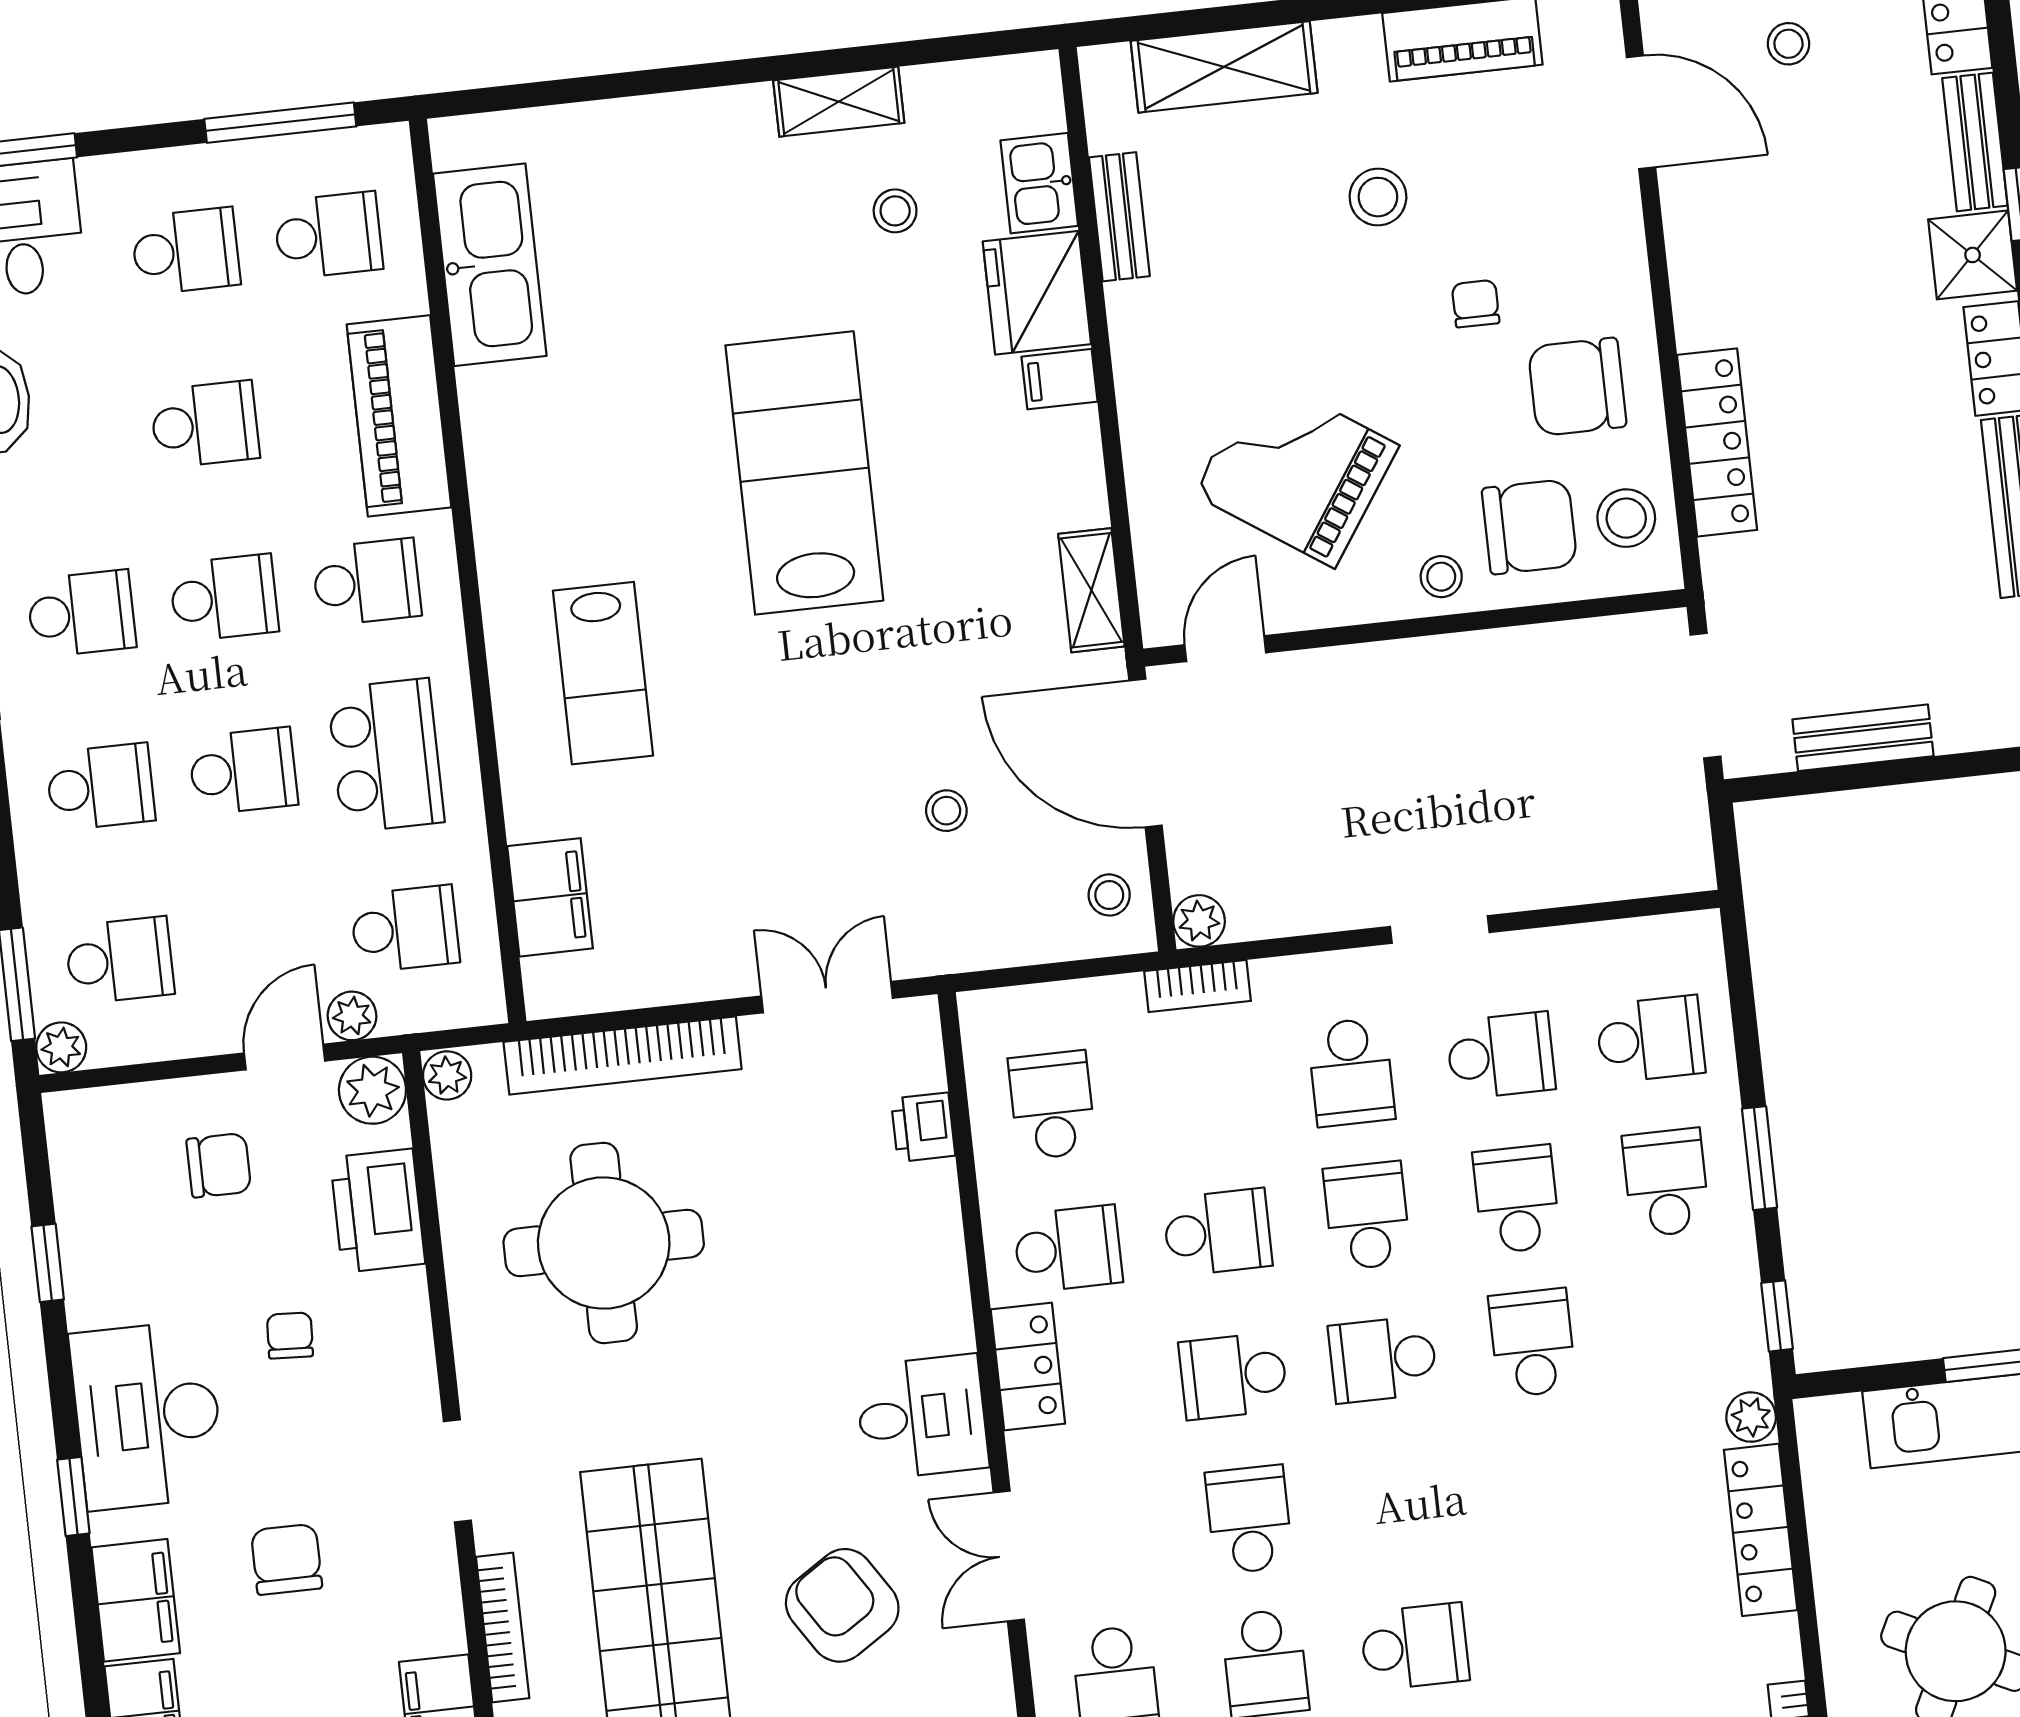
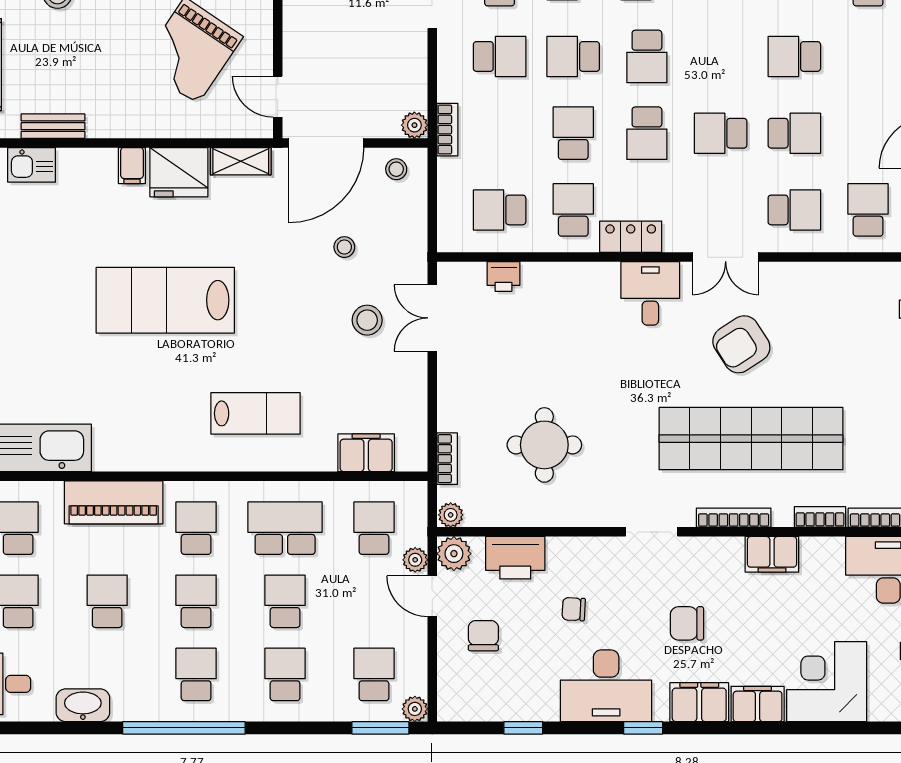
stool: (895, 211) -> (367, 320), moved, width x1.37, depth x1.37
fridge: (1037, 293) -> (179, 172), moved
bookcase: (623, 1056) -> (447, 459), width x0.43, depth x0.76
round table: (604, 1243) -> (544, 445), width x0.73, depth x0.73
school desk: (1415, 1647) -> (794, 56), turned -90

